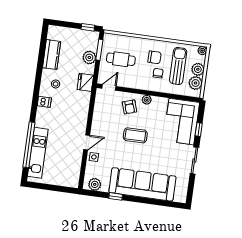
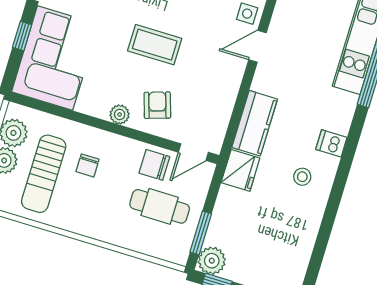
kitchen counter: (52, 55) -> (255, 123), moved, turned 180
plant: (89, 57) -> (212, 261), moved
chair: (154, 57) -> (154, 165), moved

